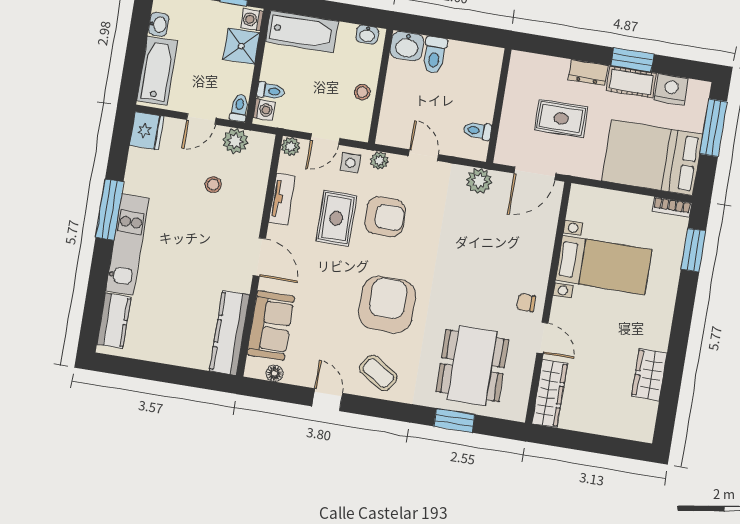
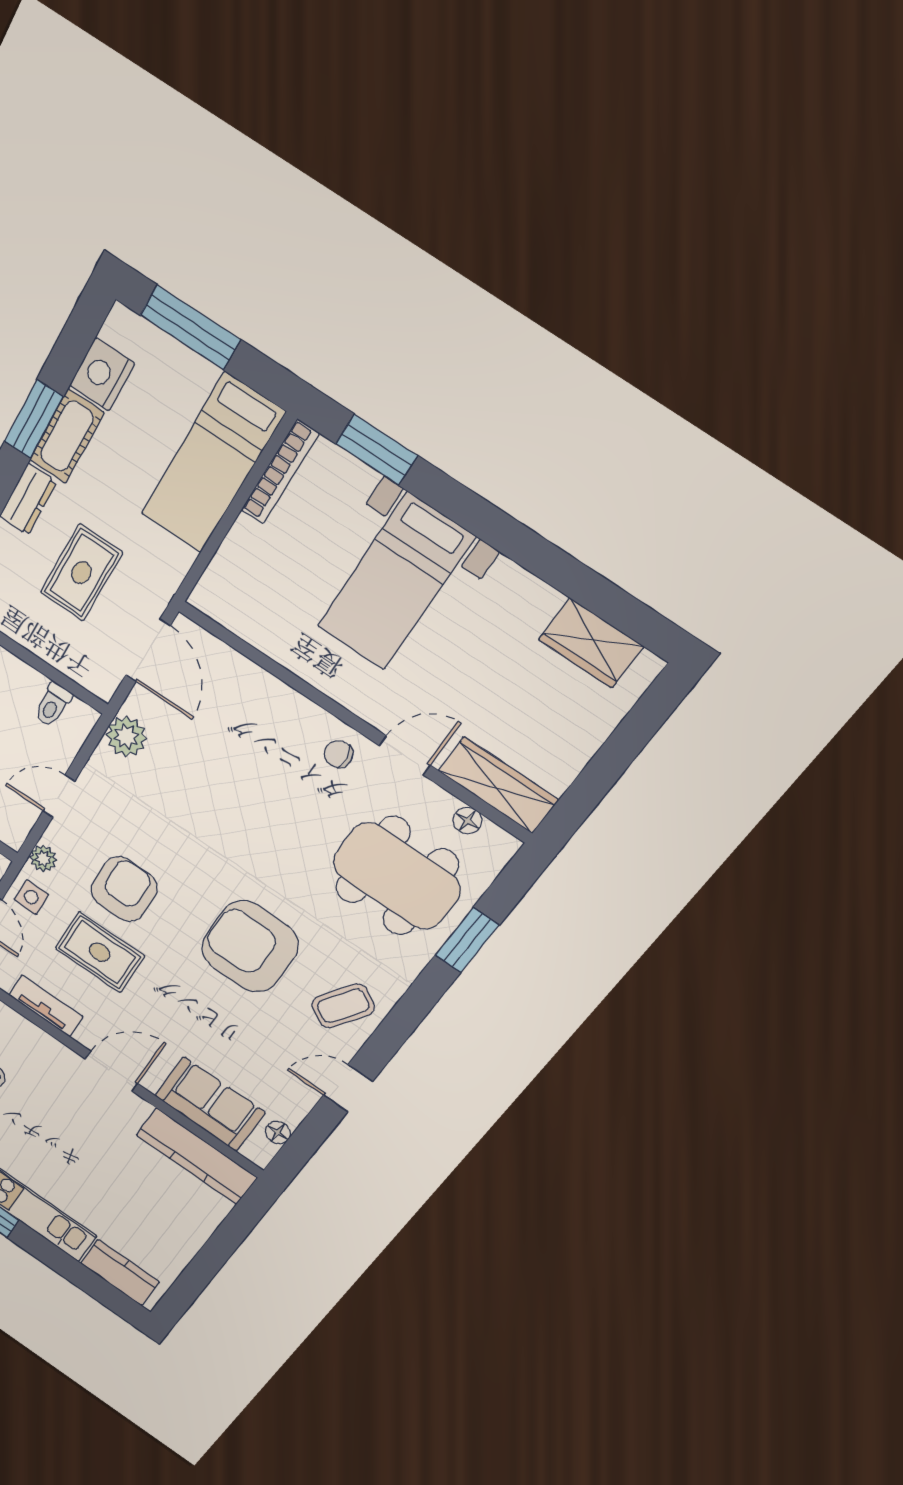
bed: (652, 157) -> (212, 464), width x0.67
bookcase: (672, 207) -> (280, 472), width x1.56
bed with nightstands: (604, 265) -> (395, 582), moved, turned 180
chair: (526, 303) -> (338, 754), turned 83
wardrobe: (649, 374) -> (591, 643), moved
floor lamp: (523, 387) -> (467, 821), added

